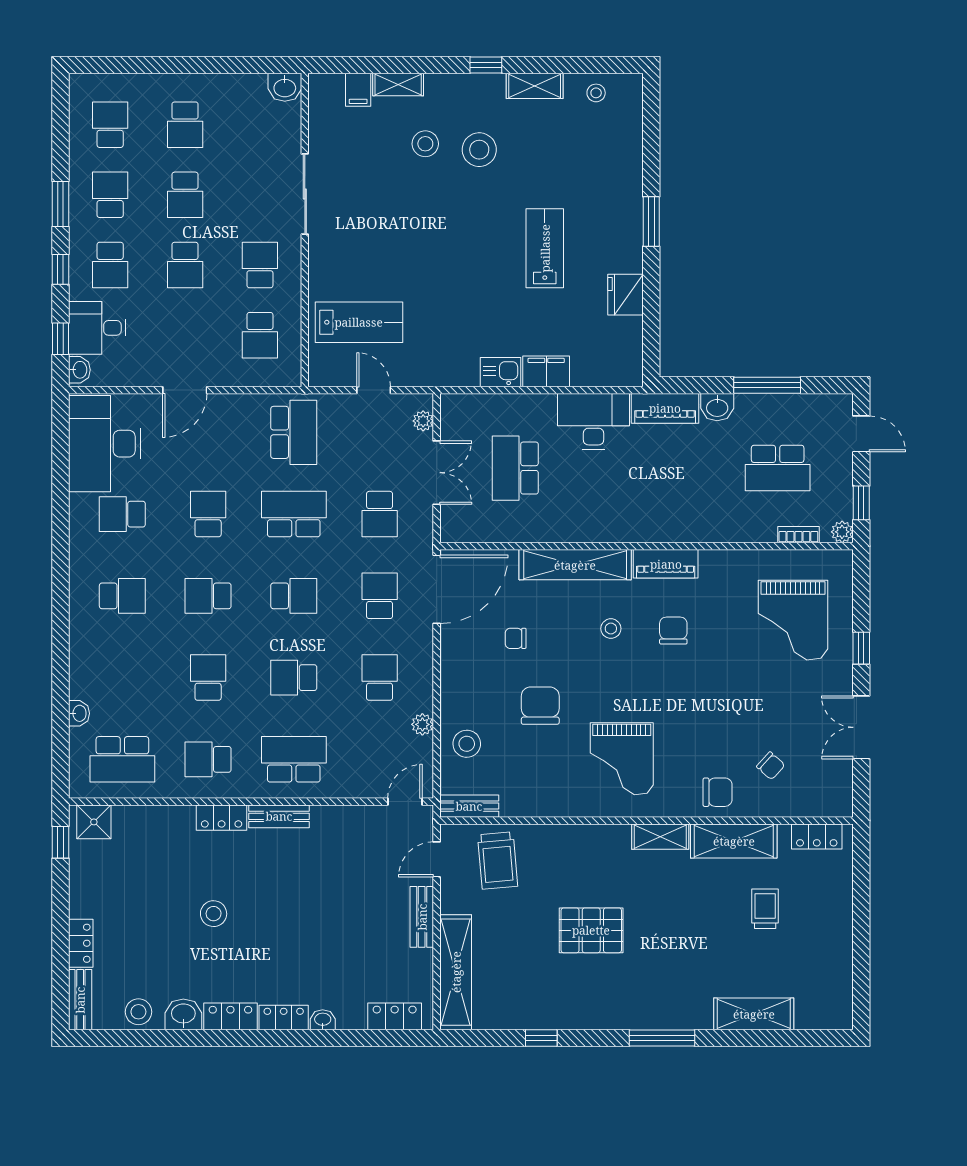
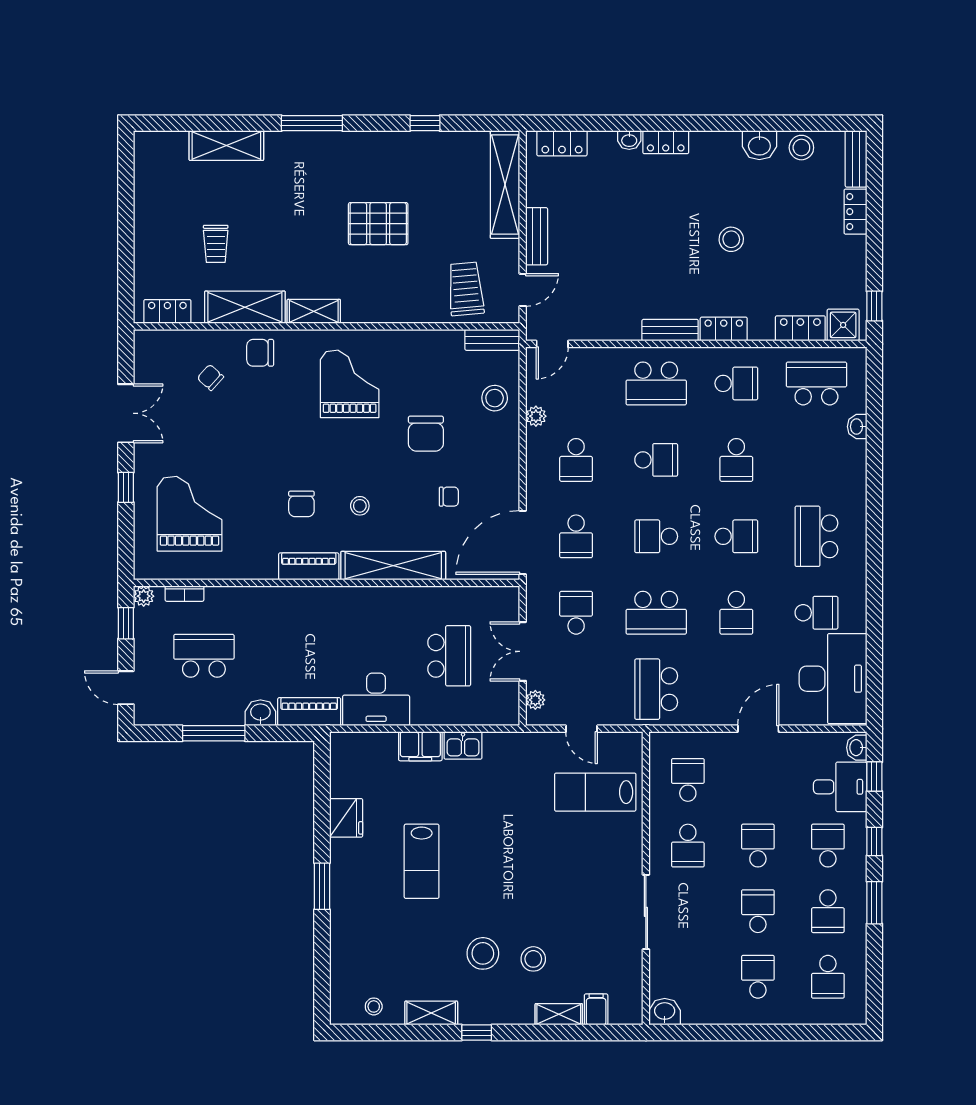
school desk: (122, 596) -> (816, 536), width x1.85
locker: (230, 1016) -> (800, 328), moved, turned 180

